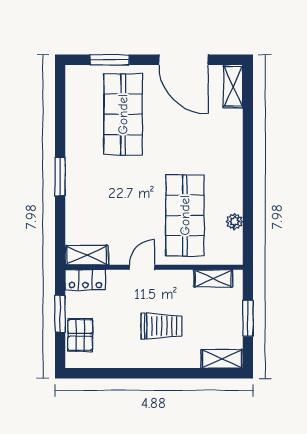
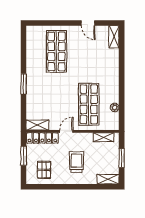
window: (110, 60) -> (49, 23), removed
door: (183, 60) -> (88, 23), width x0.53
locker: (85, 280) -> (42, 138), width x1.53
trolley: (161, 326) -> (76, 162), turned -90
pallet: (80, 335) -> (44, 170), moved

